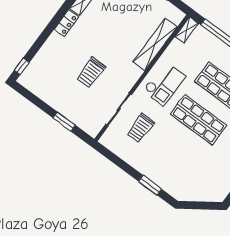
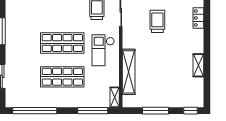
locker: (66, 23) -> (198, 18), moved

